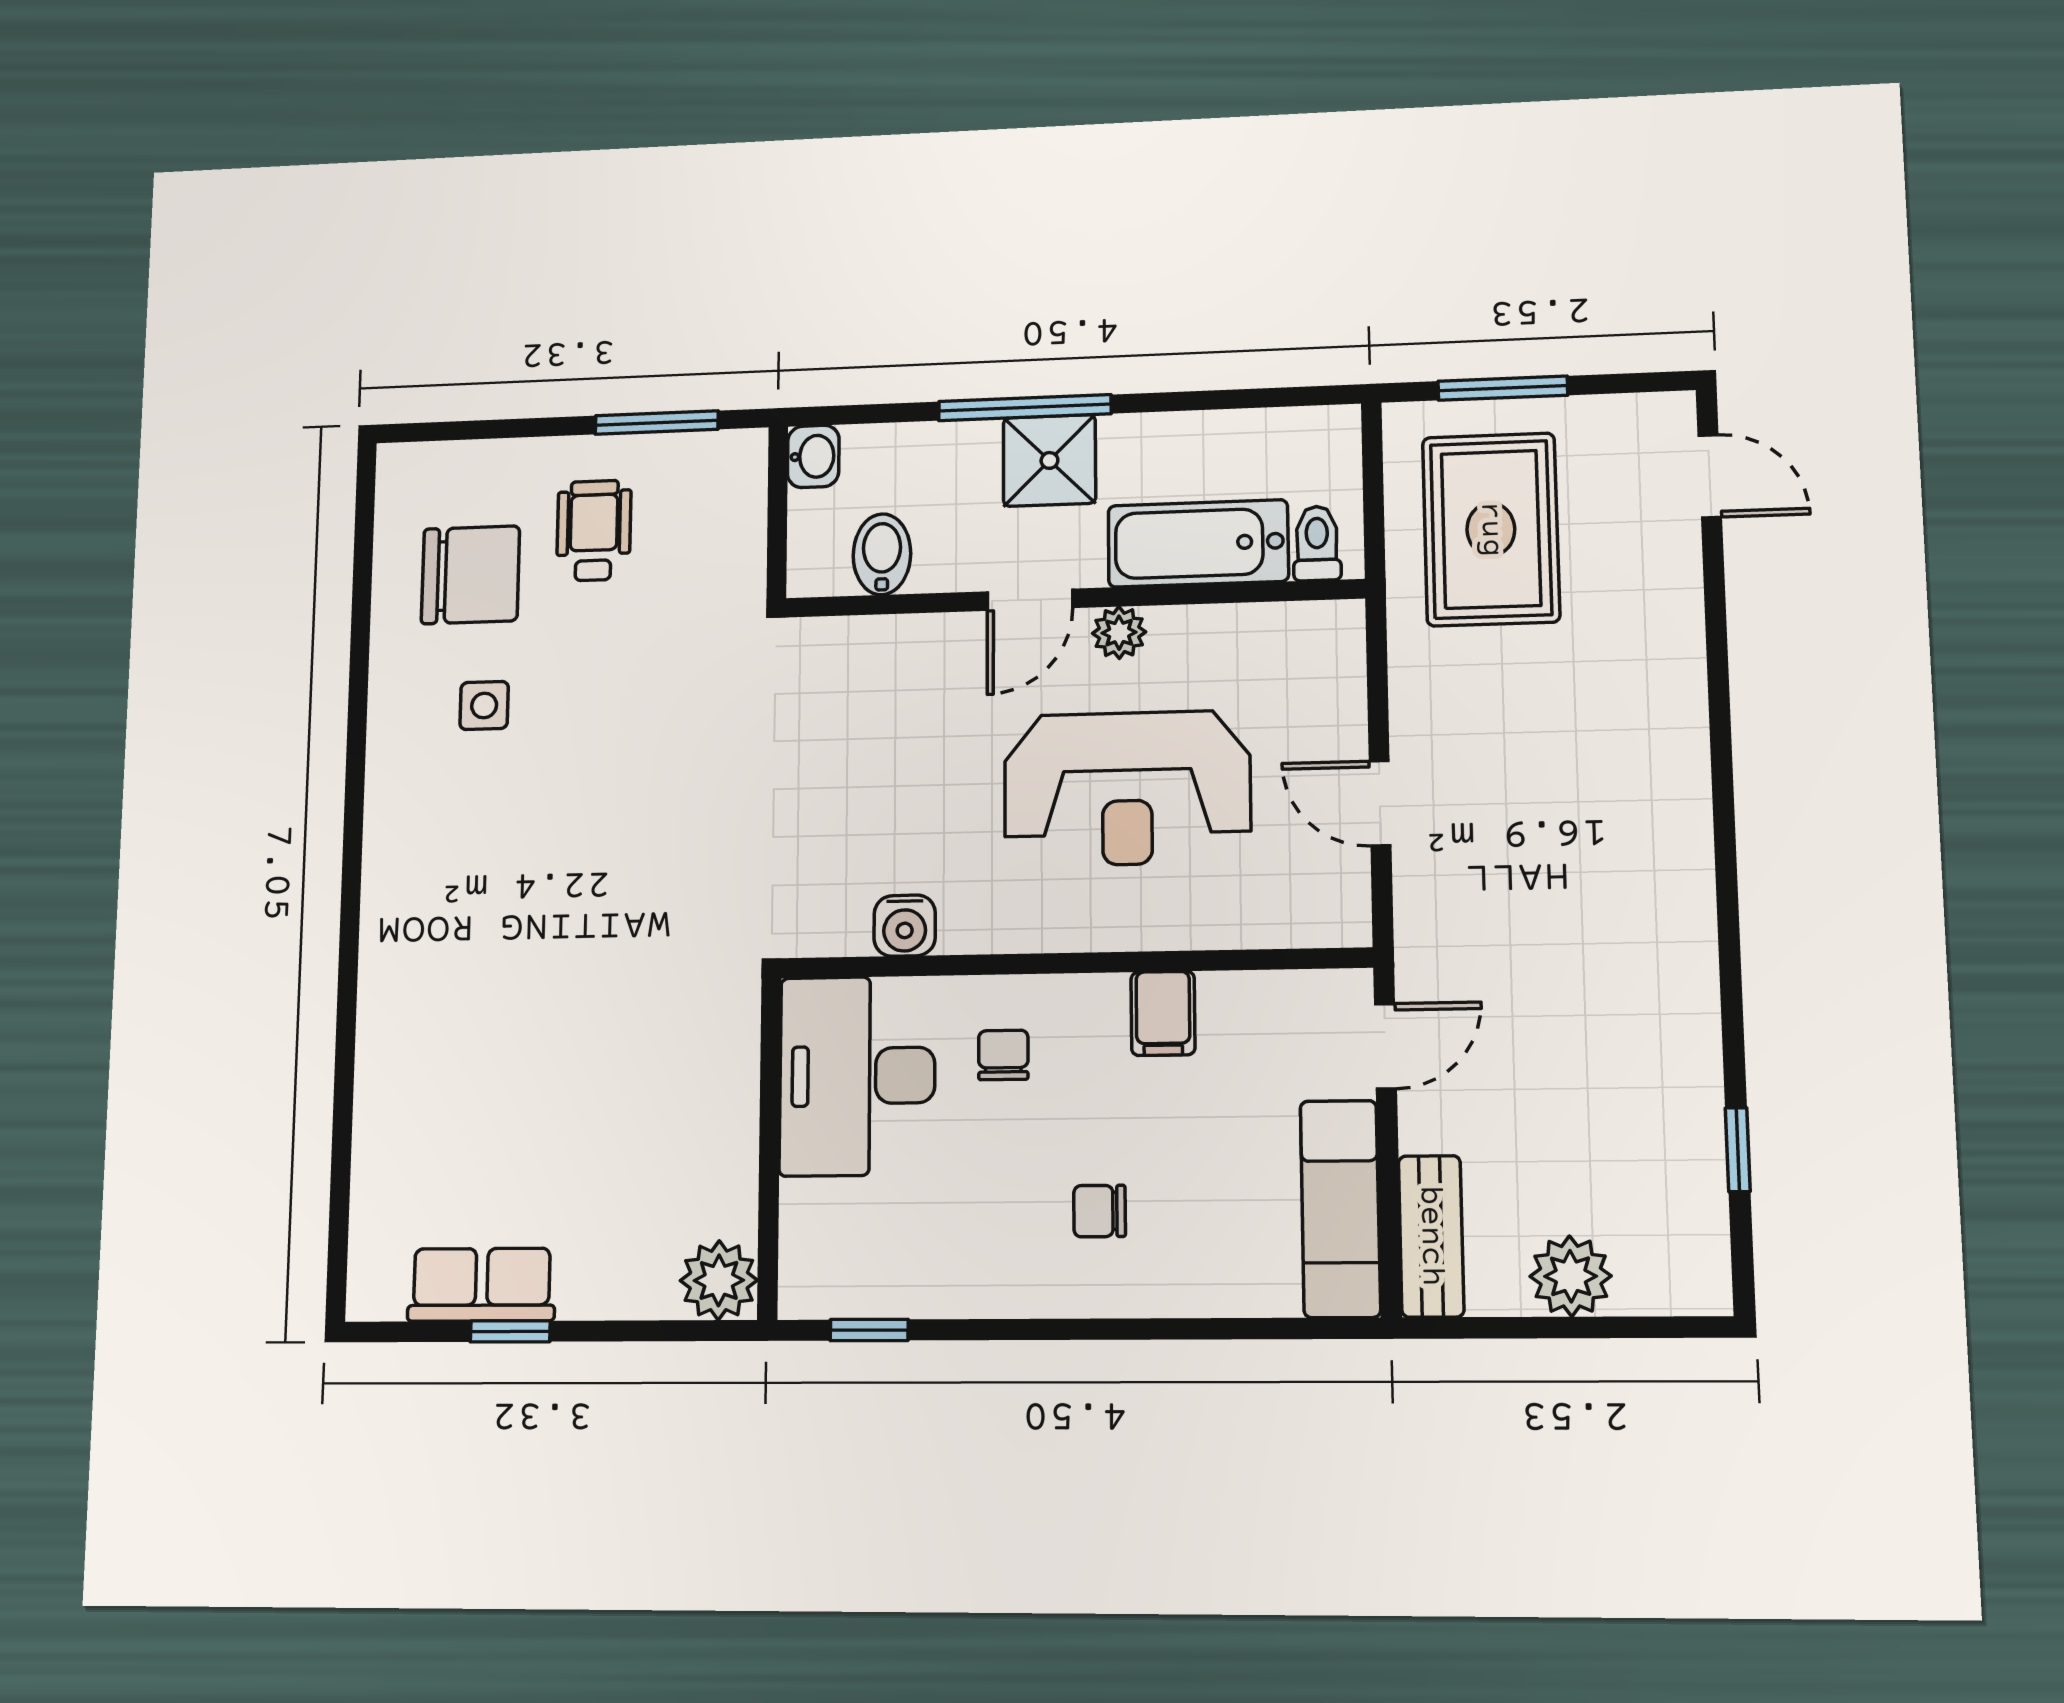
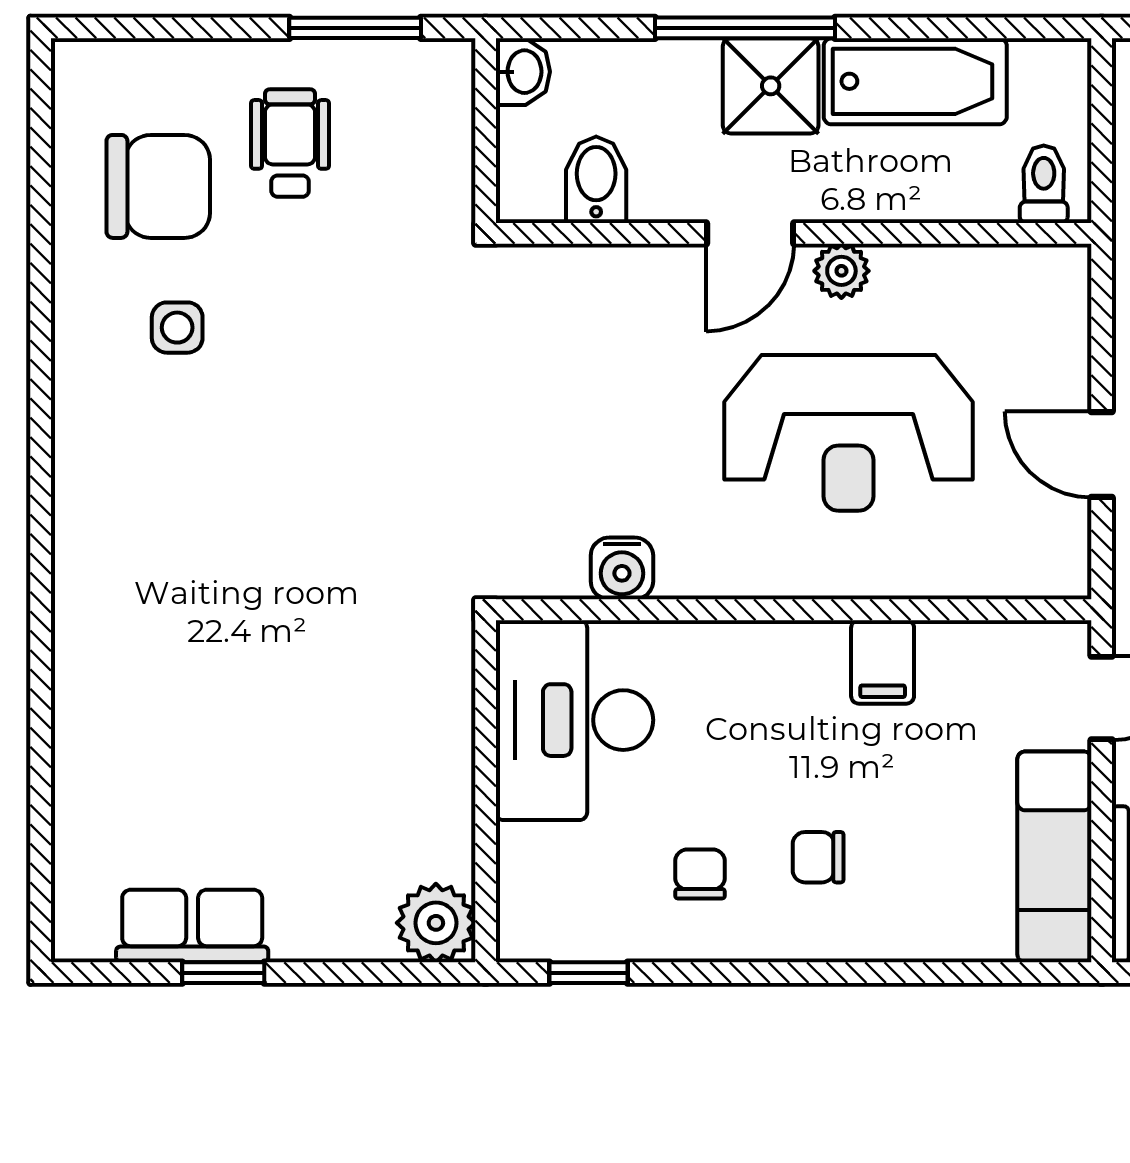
bathtub: (1198, 543) -> (915, 81), moved, turned 180
chair: (1003, 1055) -> (700, 874), moved

